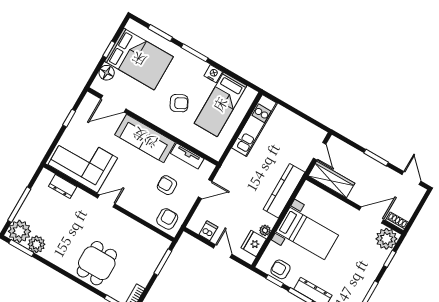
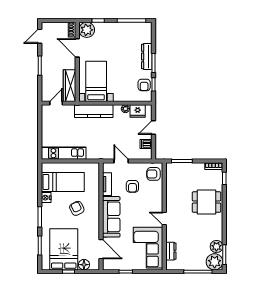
bed with nightstands: (307, 233) -> (96, 81), moved

